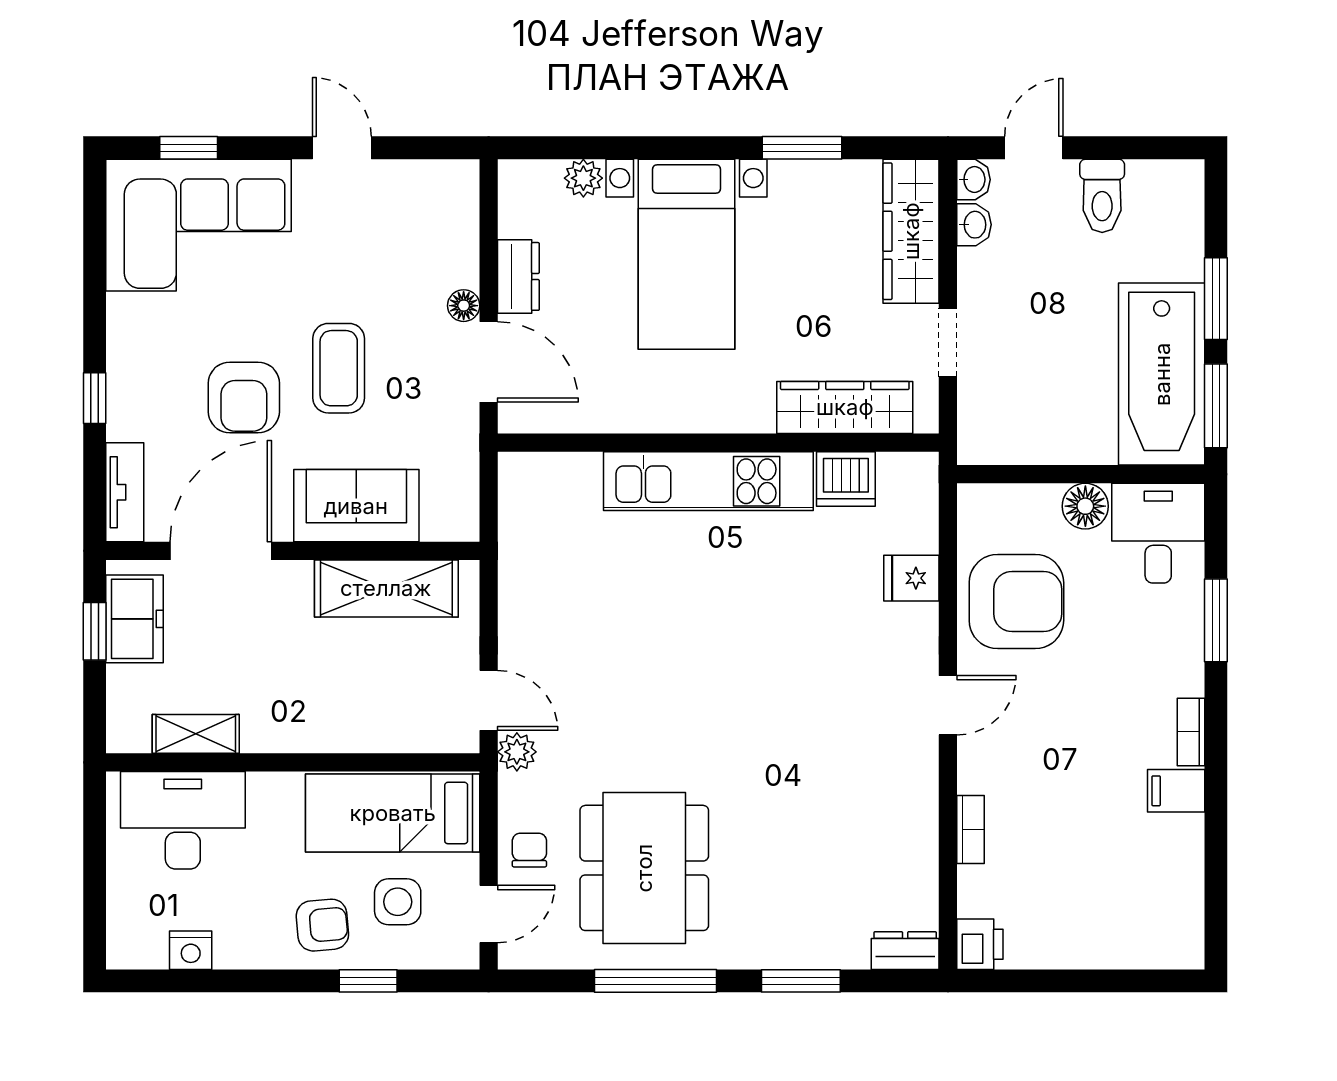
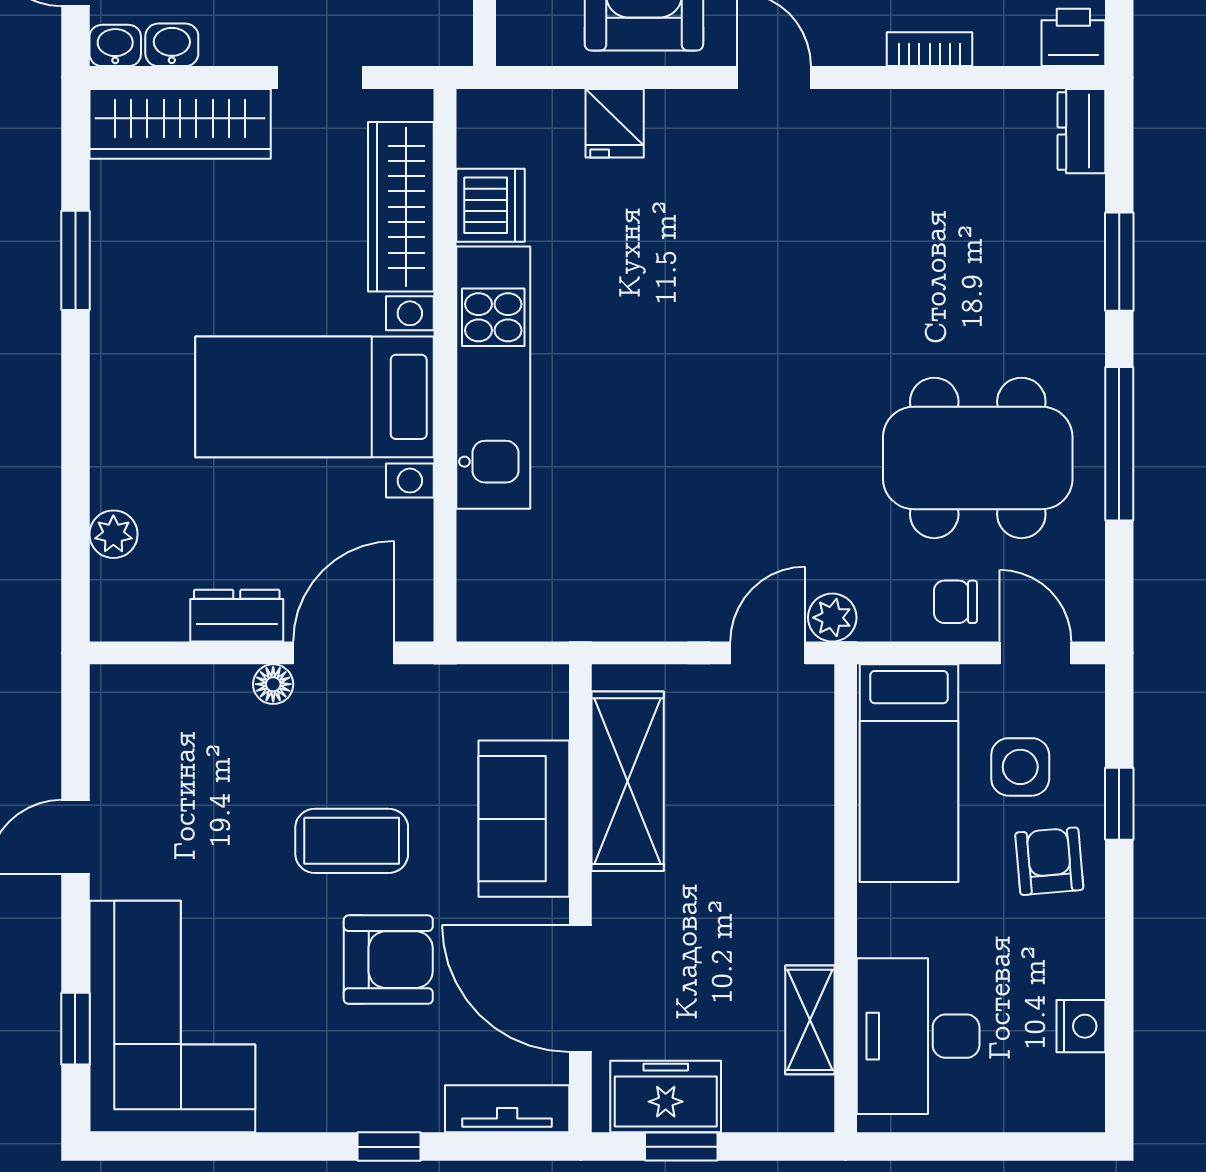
bed with nightstands: (686, 254) -> (314, 397), moved, turned 180

